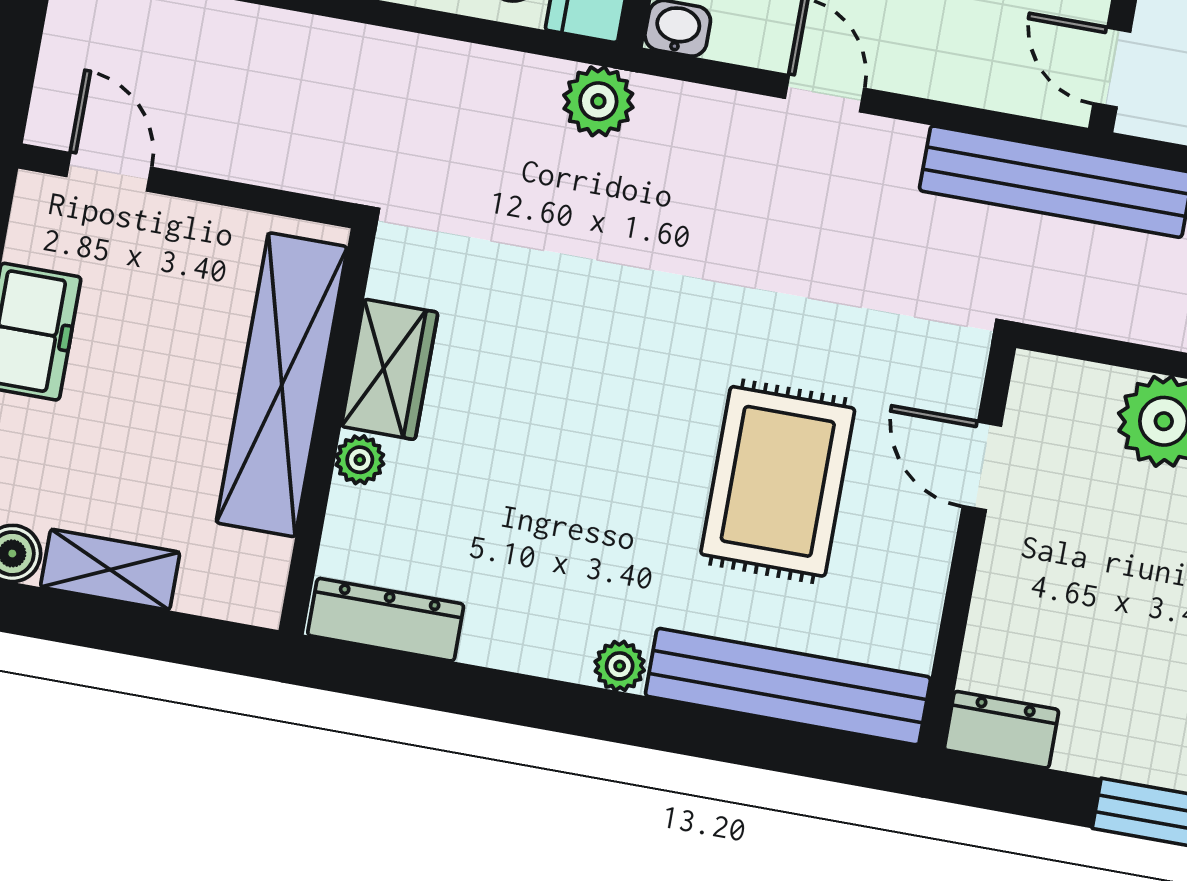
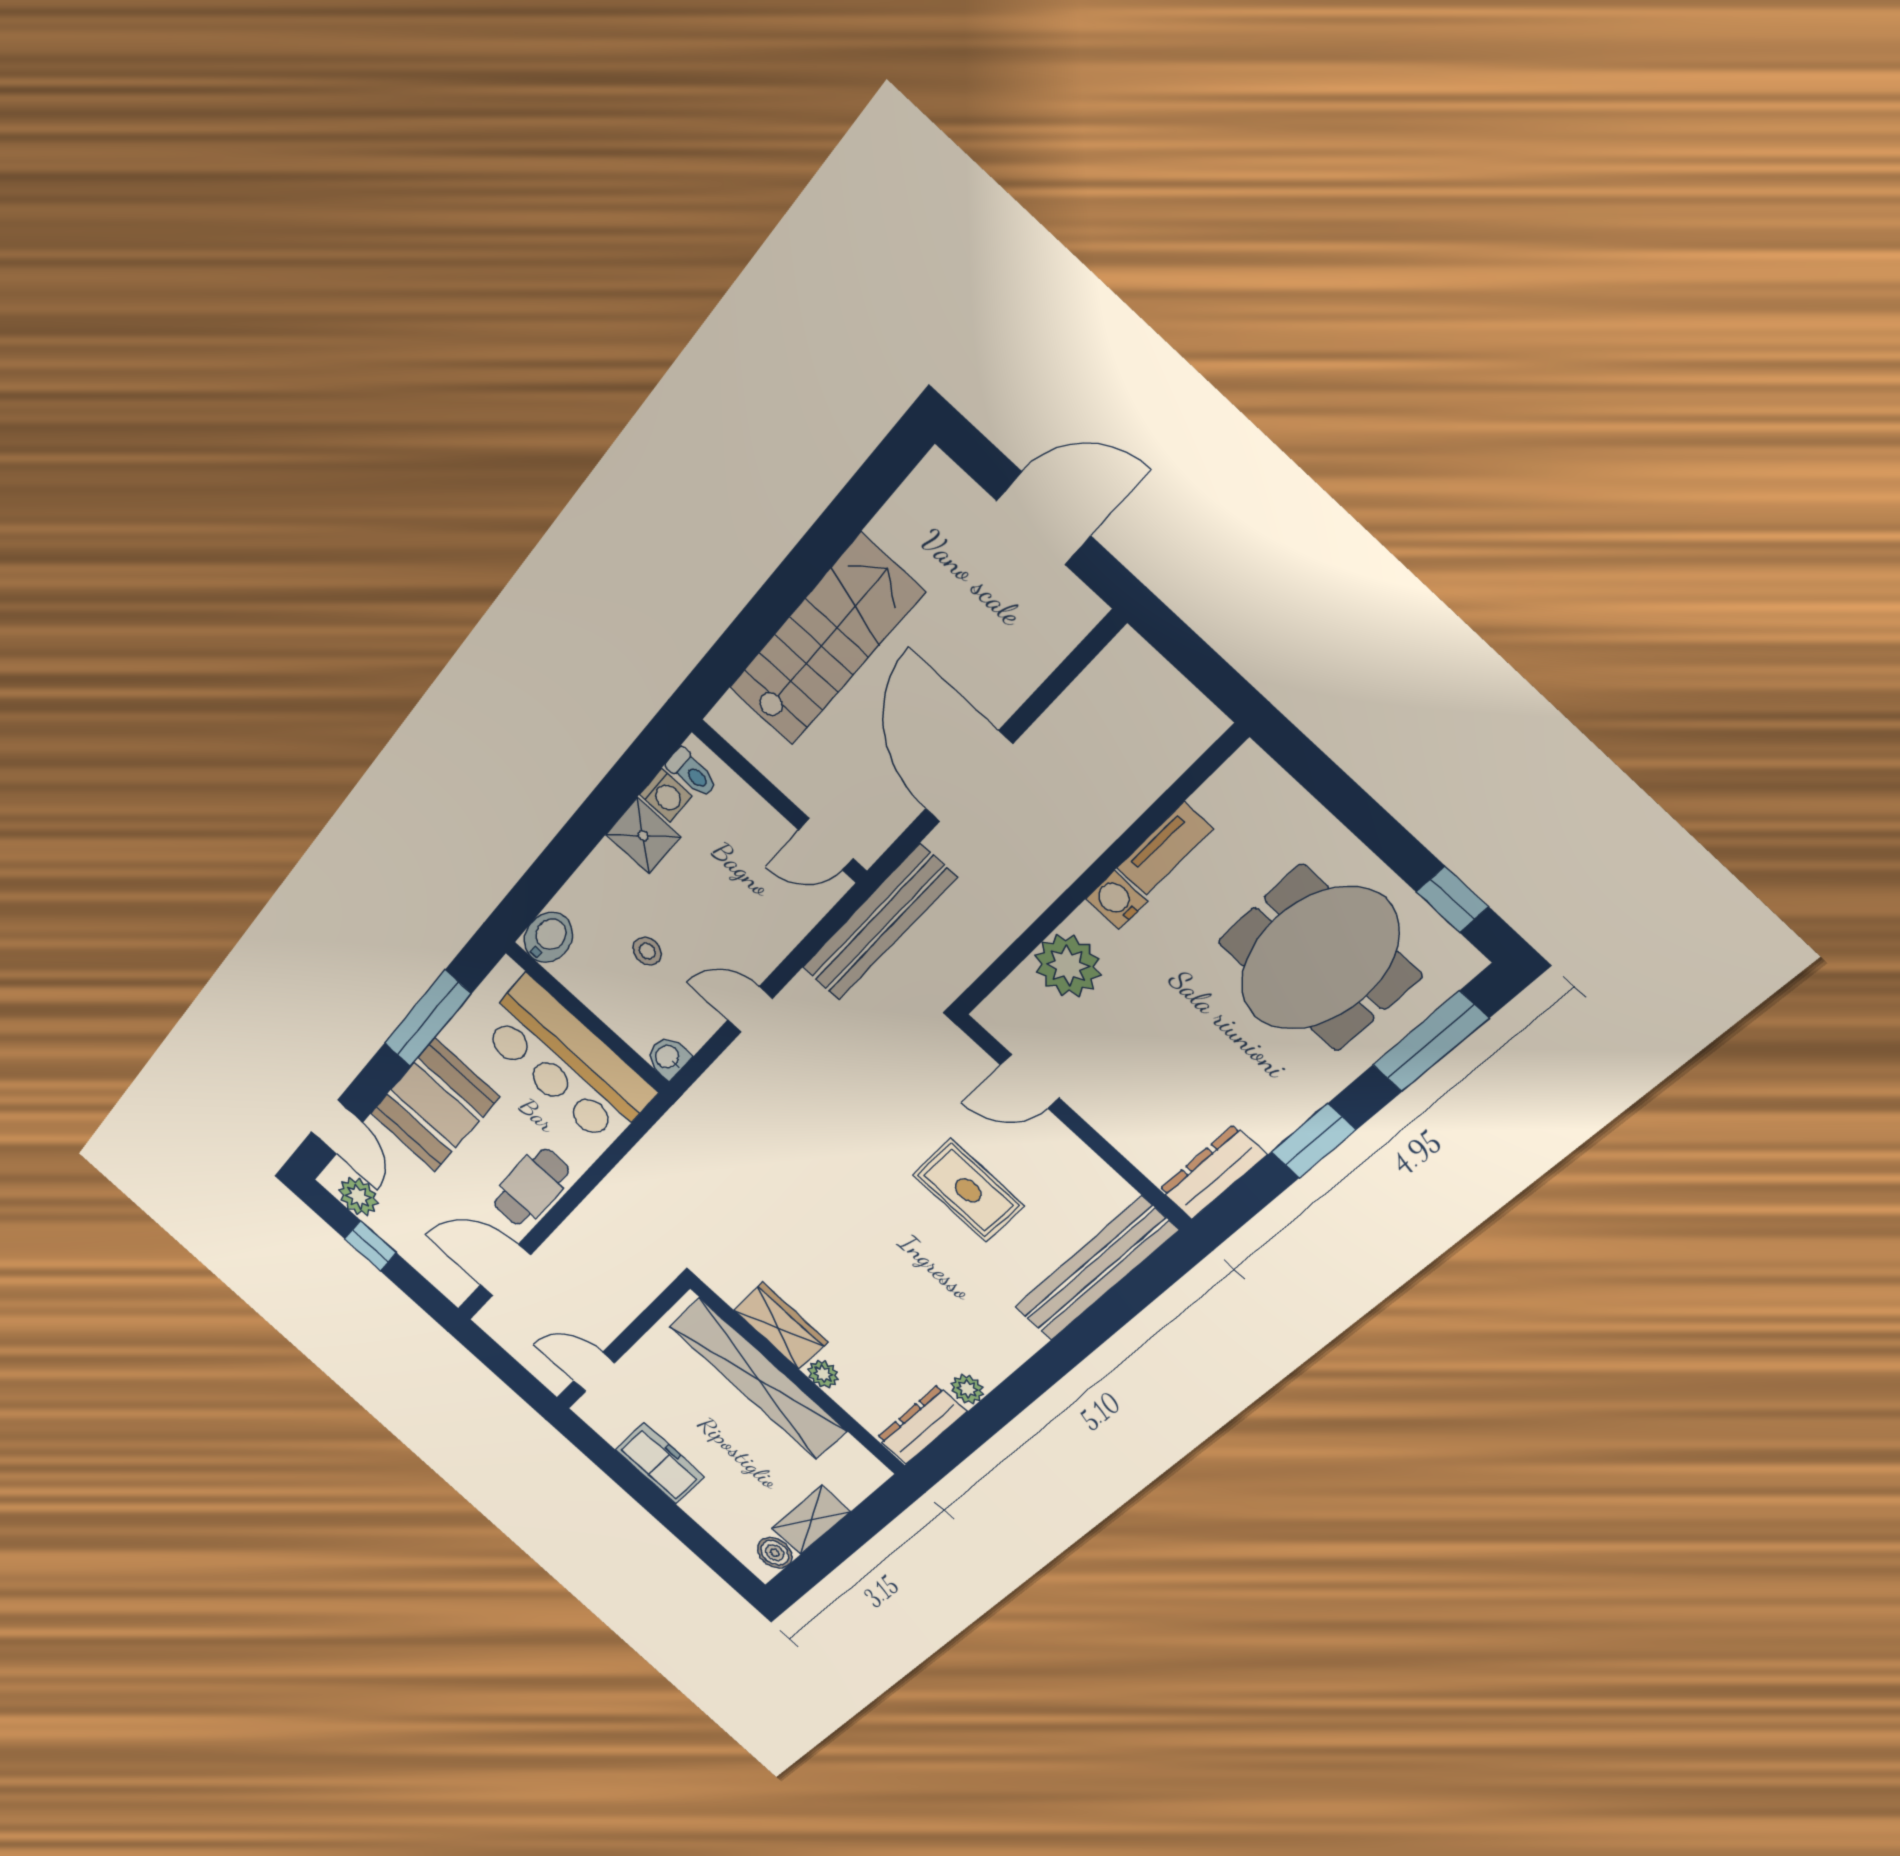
plant: (598, 101) -> (688, 1125), removed
rug: (778, 481) -> (968, 1190), width x0.73, depth x0.70
plant: (620, 666) -> (967, 1389), moved
dresser: (1001, 730) -> (1213, 1172), width x1.44

